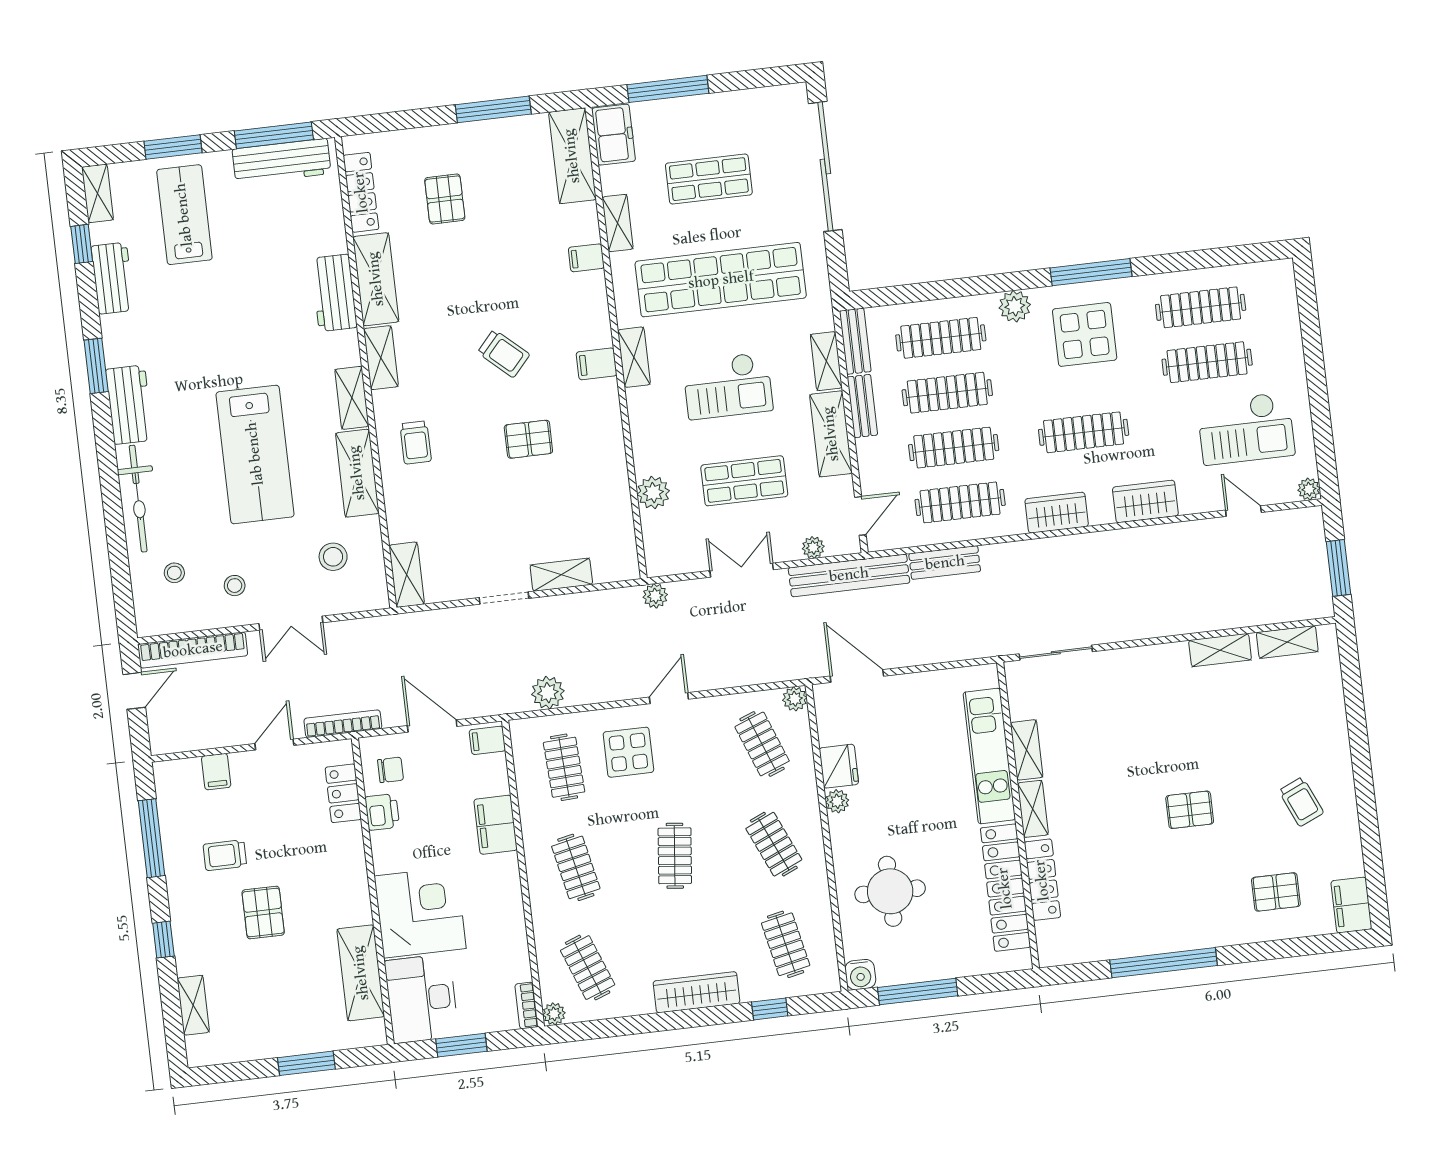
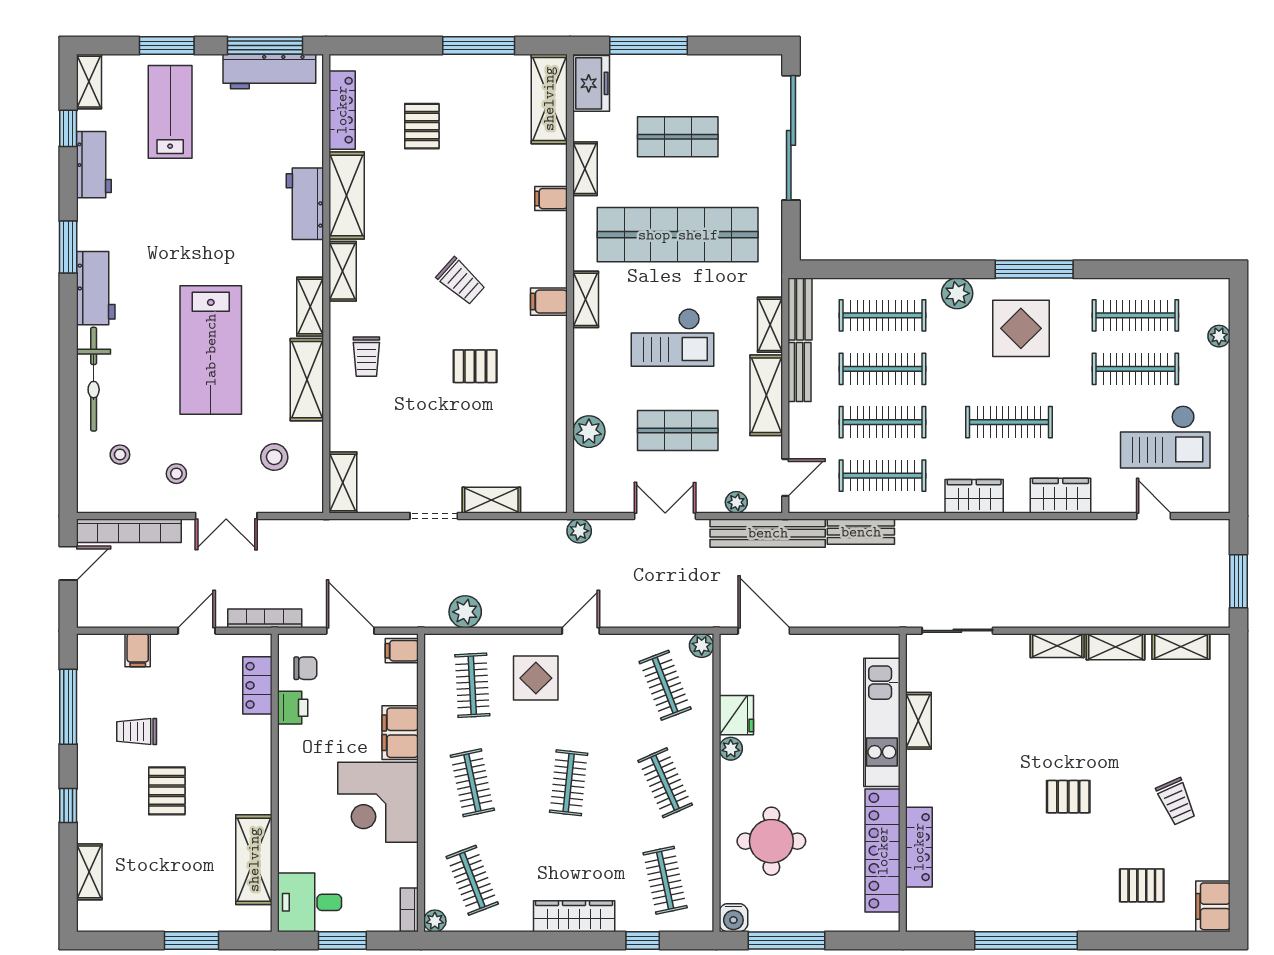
plant: (1309, 489) -> (1219, 336), moved
shelving: (1033, 809) -> (1057, 646), moved, turned 90
corner desk: (420, 912) -> (378, 802), moved, turned 180
desk: (422, 999) -> (309, 902), width x0.73

